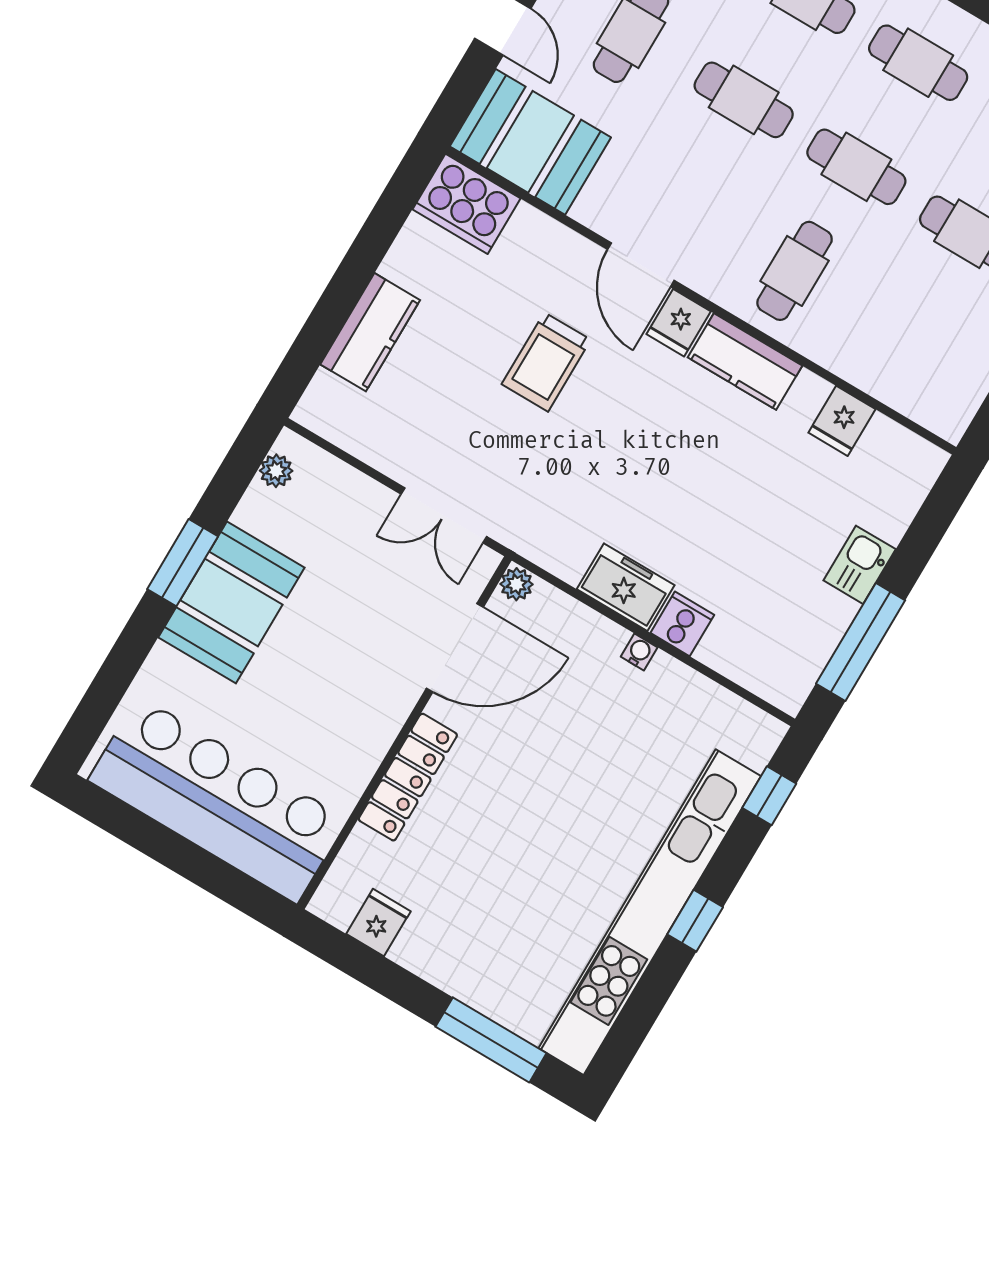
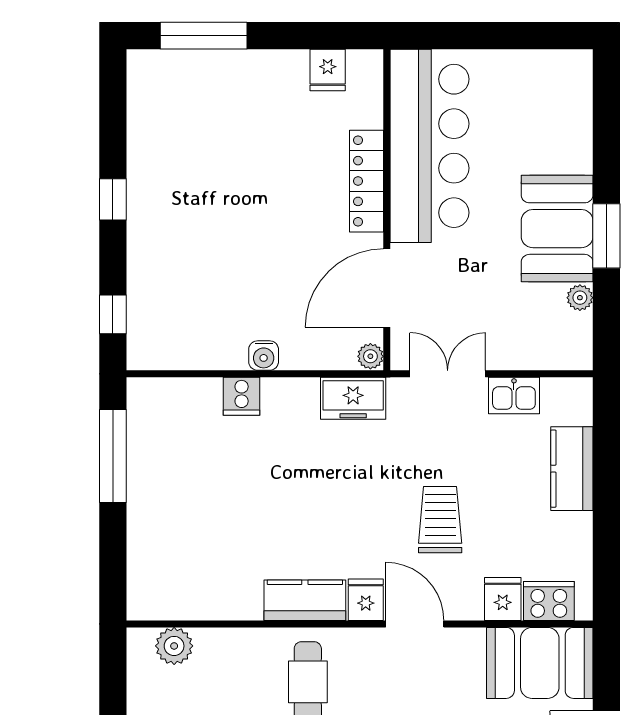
cooker: (466, 204) -> (549, 601), width x0.73, depth x0.76
plant: (917, 396) -> (174, 646), added
fridge: (842, 421) -> (503, 599), moved
plant: (276, 471) -> (580, 298), moved
kitchen sink: (860, 565) -> (514, 395), moved, turned 90
freezer: (626, 587) -> (353, 398), moved
water cooler: (639, 652) -> (264, 356), width x1.38, depth x1.38
bar counter: (218, 800) -> (429, 146), moved, turned -90
kitchen unit: (650, 912) -> (147, 187), removed

